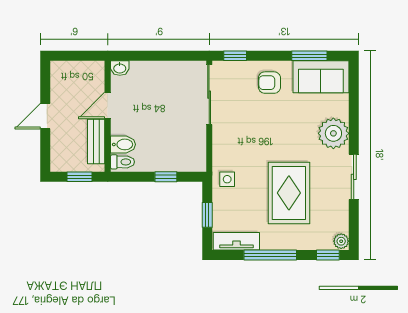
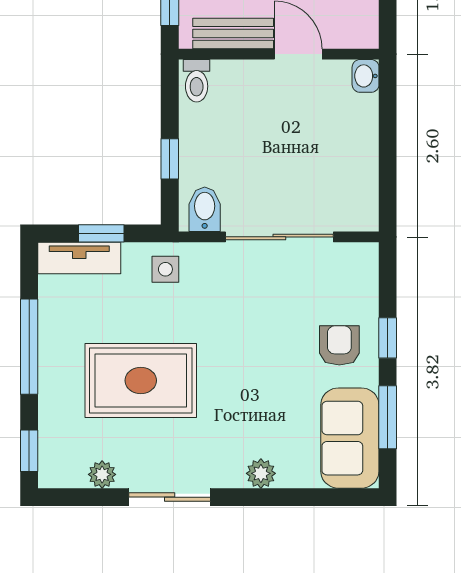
window: (235, 56) -> (388, 338), moved
sliding door: (209, 95) -> (279, 237), moved
plant: (333, 133) -> (261, 473), width x0.53, depth x0.53
bidet: (123, 144) -> (205, 209), moved, turned 180
tv unit: (236, 241) -> (79, 258), moved, turned 90
plant: (341, 241) -> (102, 474), moved

